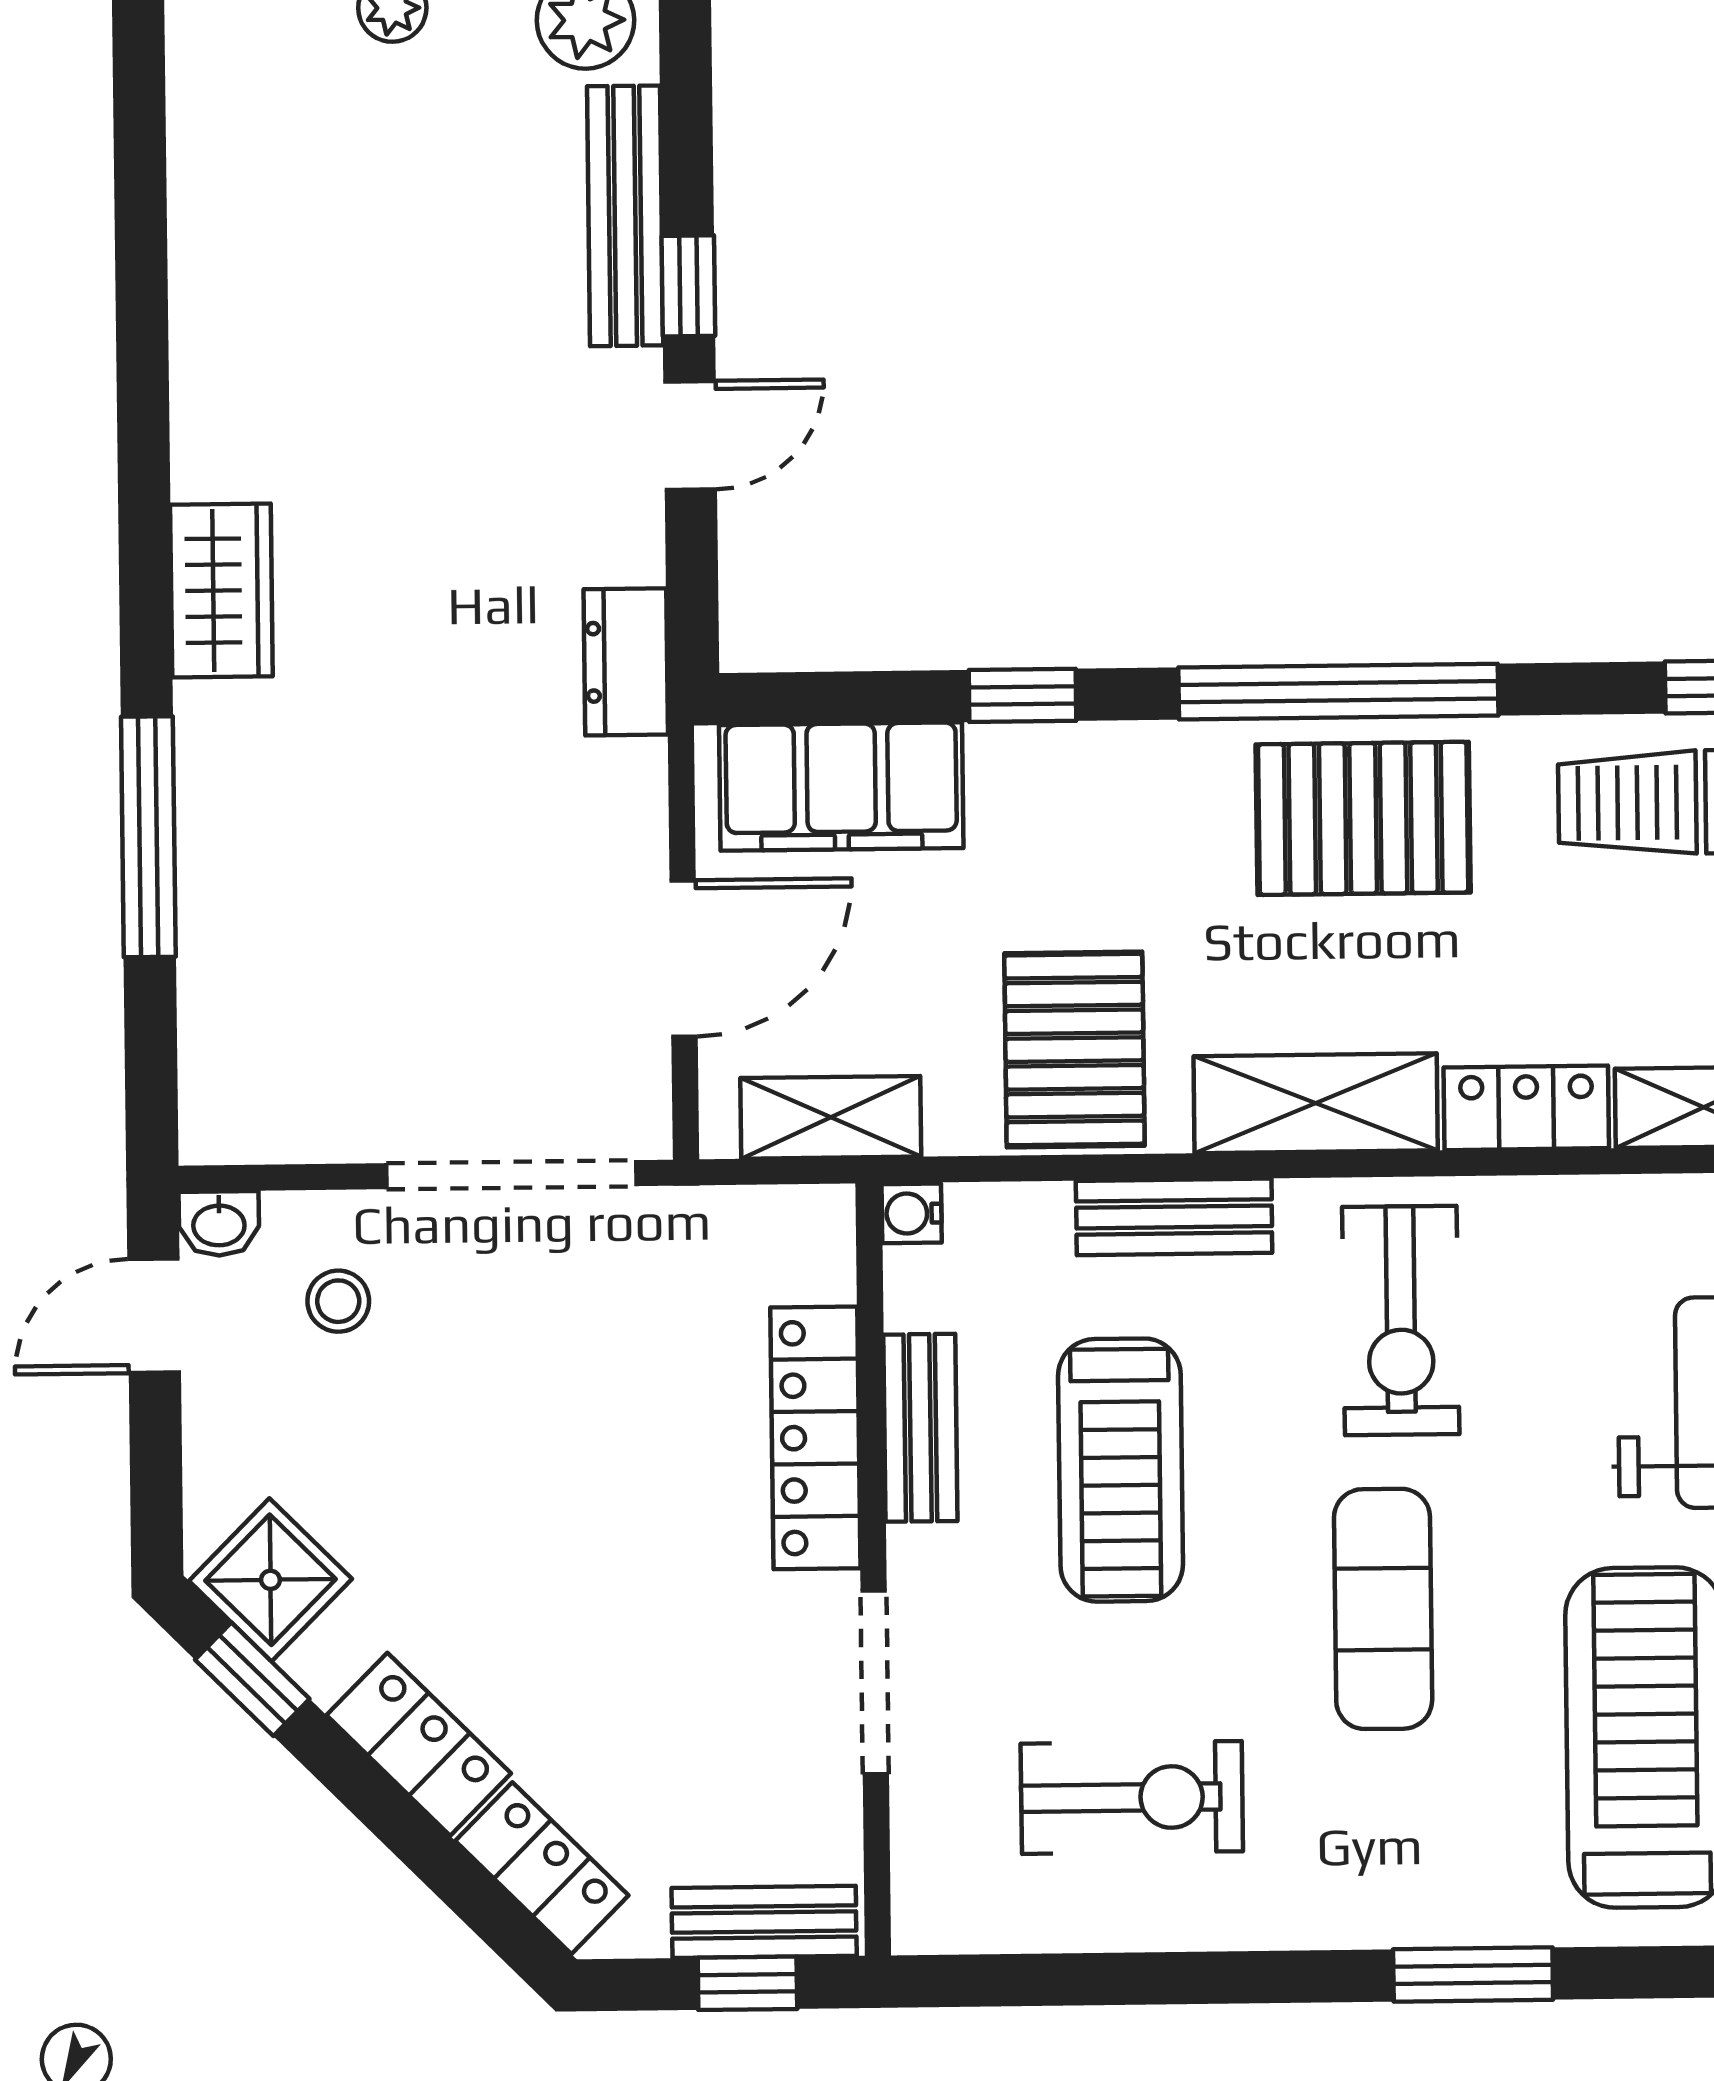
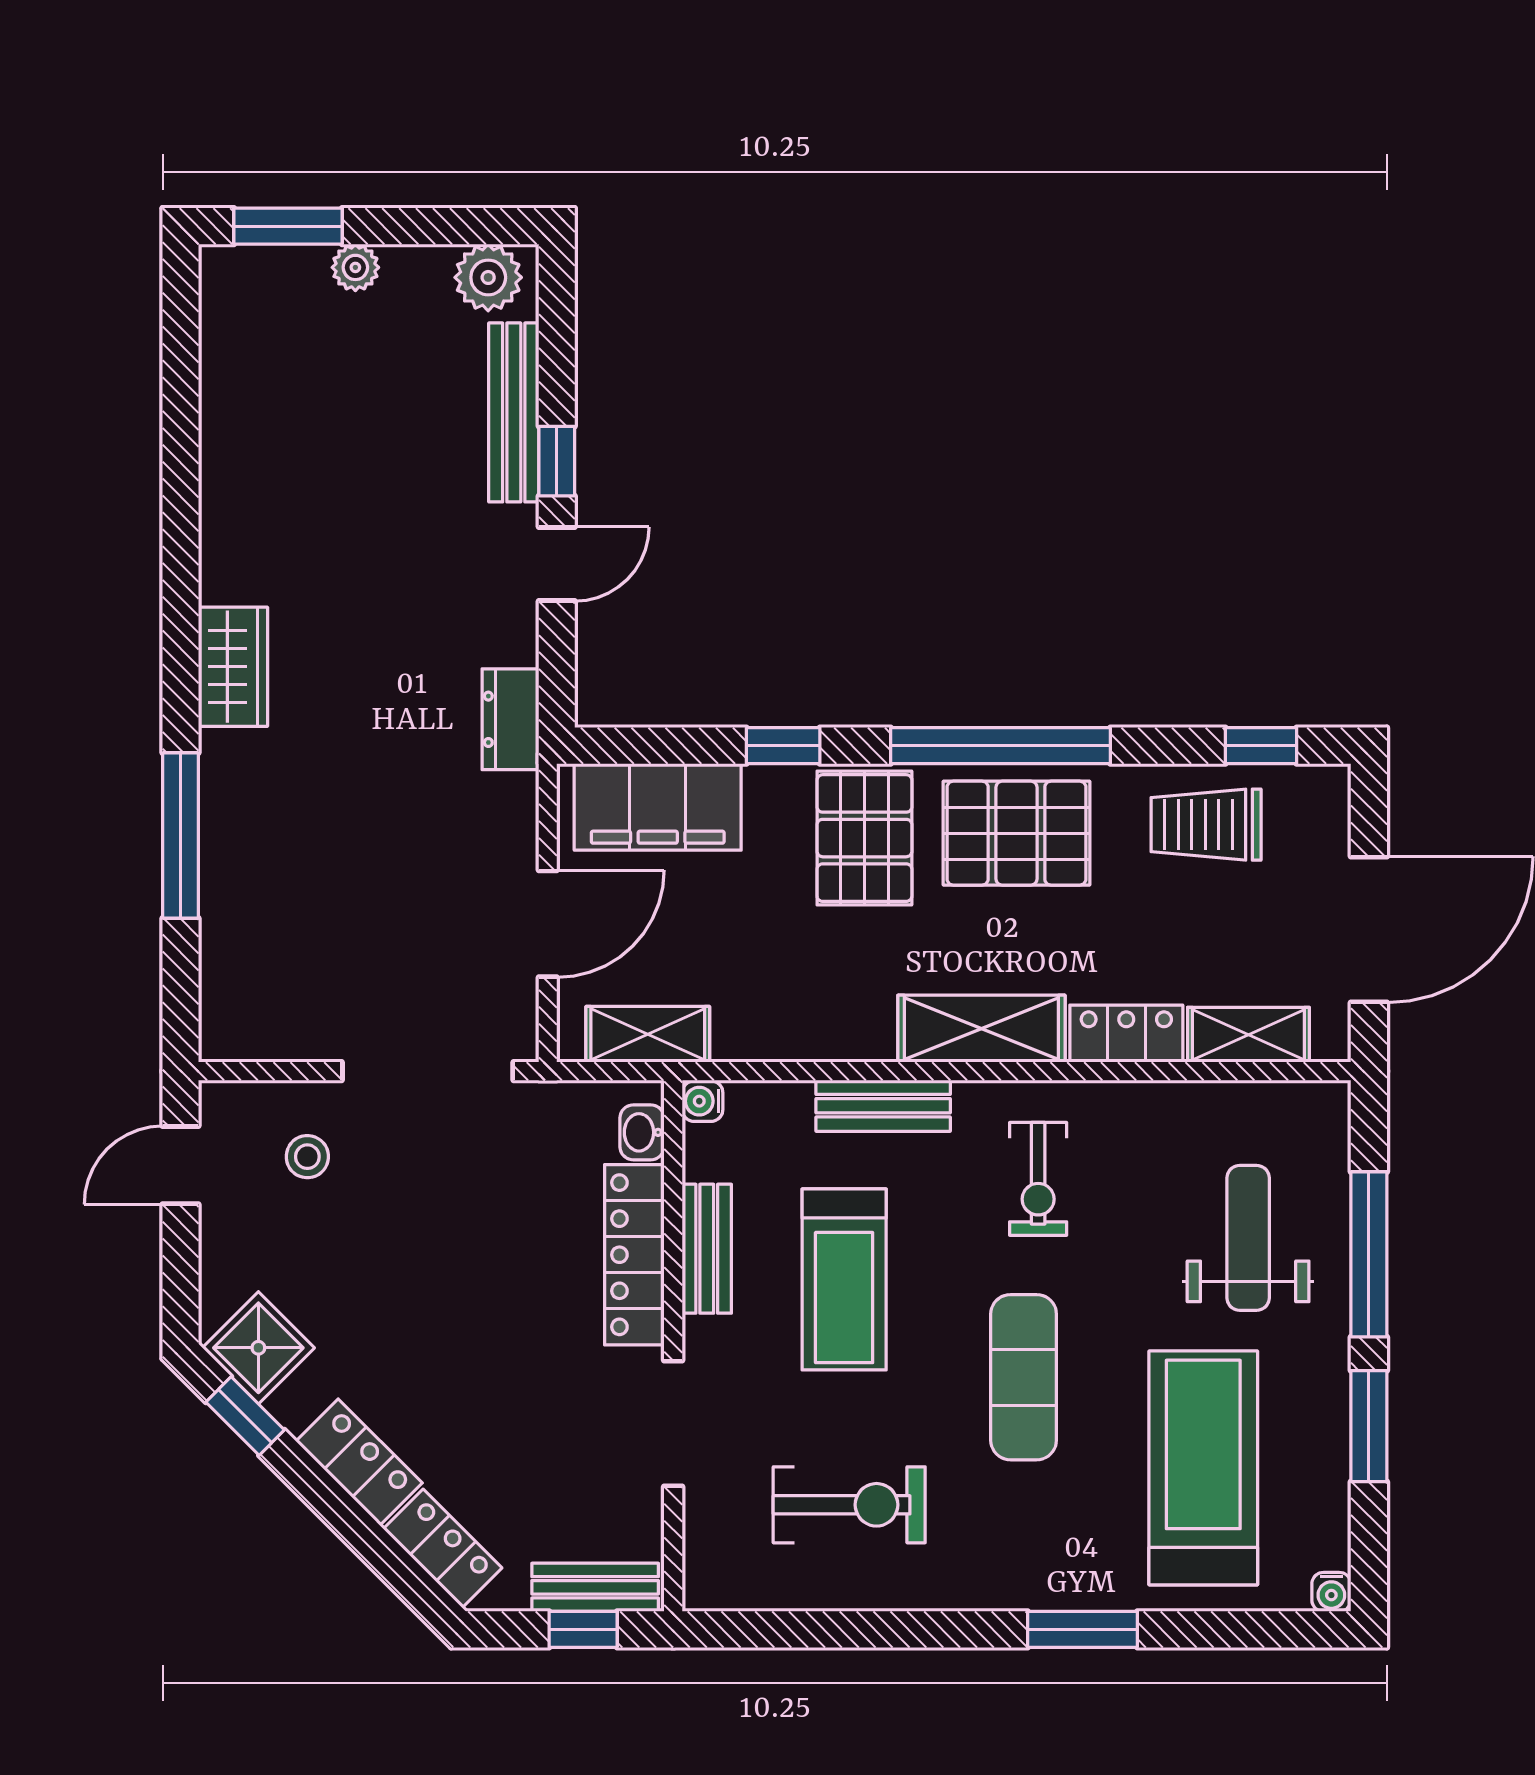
pallet: (1074, 1050) -> (864, 838), moved
washbasin: (219, 1224) -> (642, 1132), moved, turned 90
exercise bike: (1401, 1320) -> (1038, 1179), width x0.73, depth x0.72

